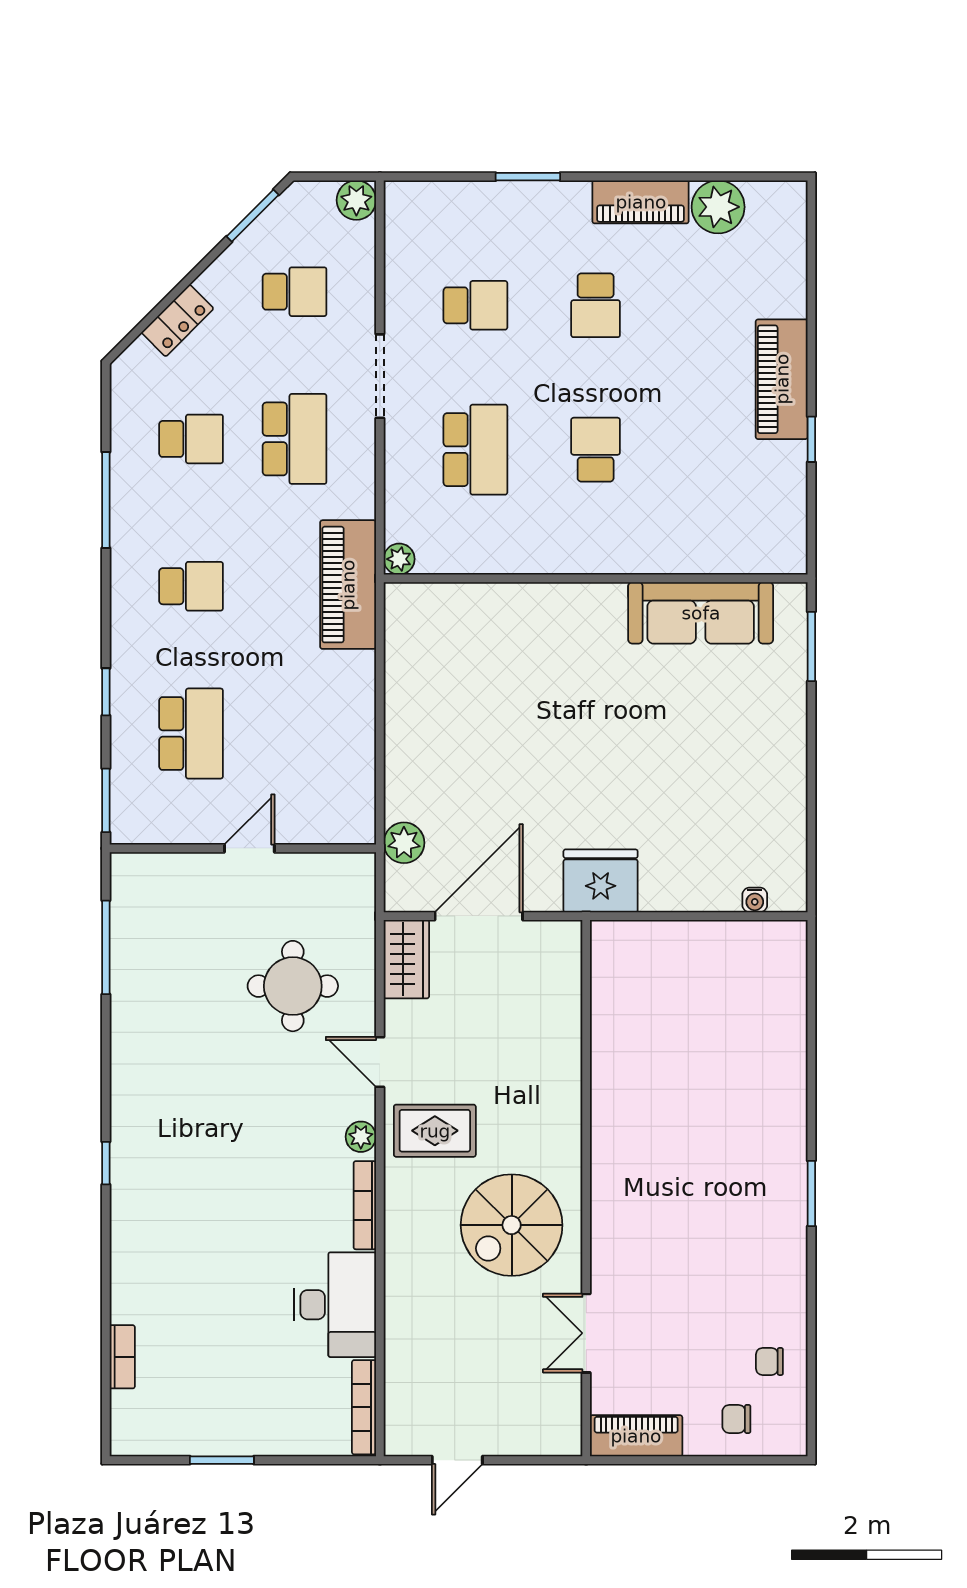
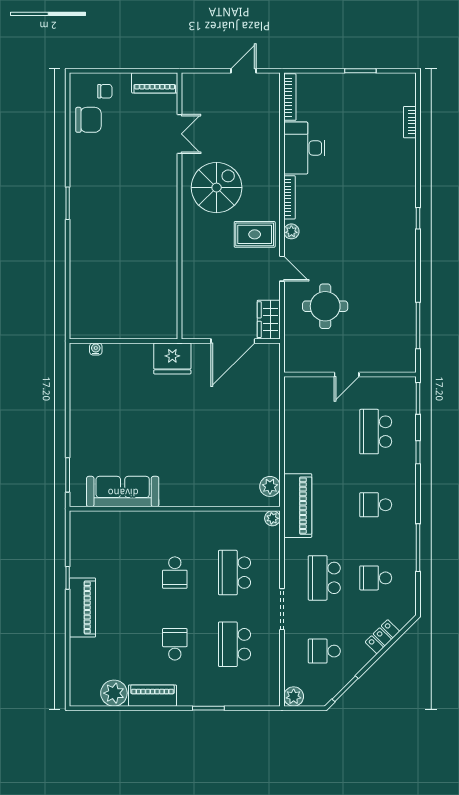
school desk: (475, 305) -> (234, 644), width x1.85
plant: (404, 843) -> (270, 486), moved
chair: (769, 1361) -> (88, 120), width x1.87, depth x1.87

